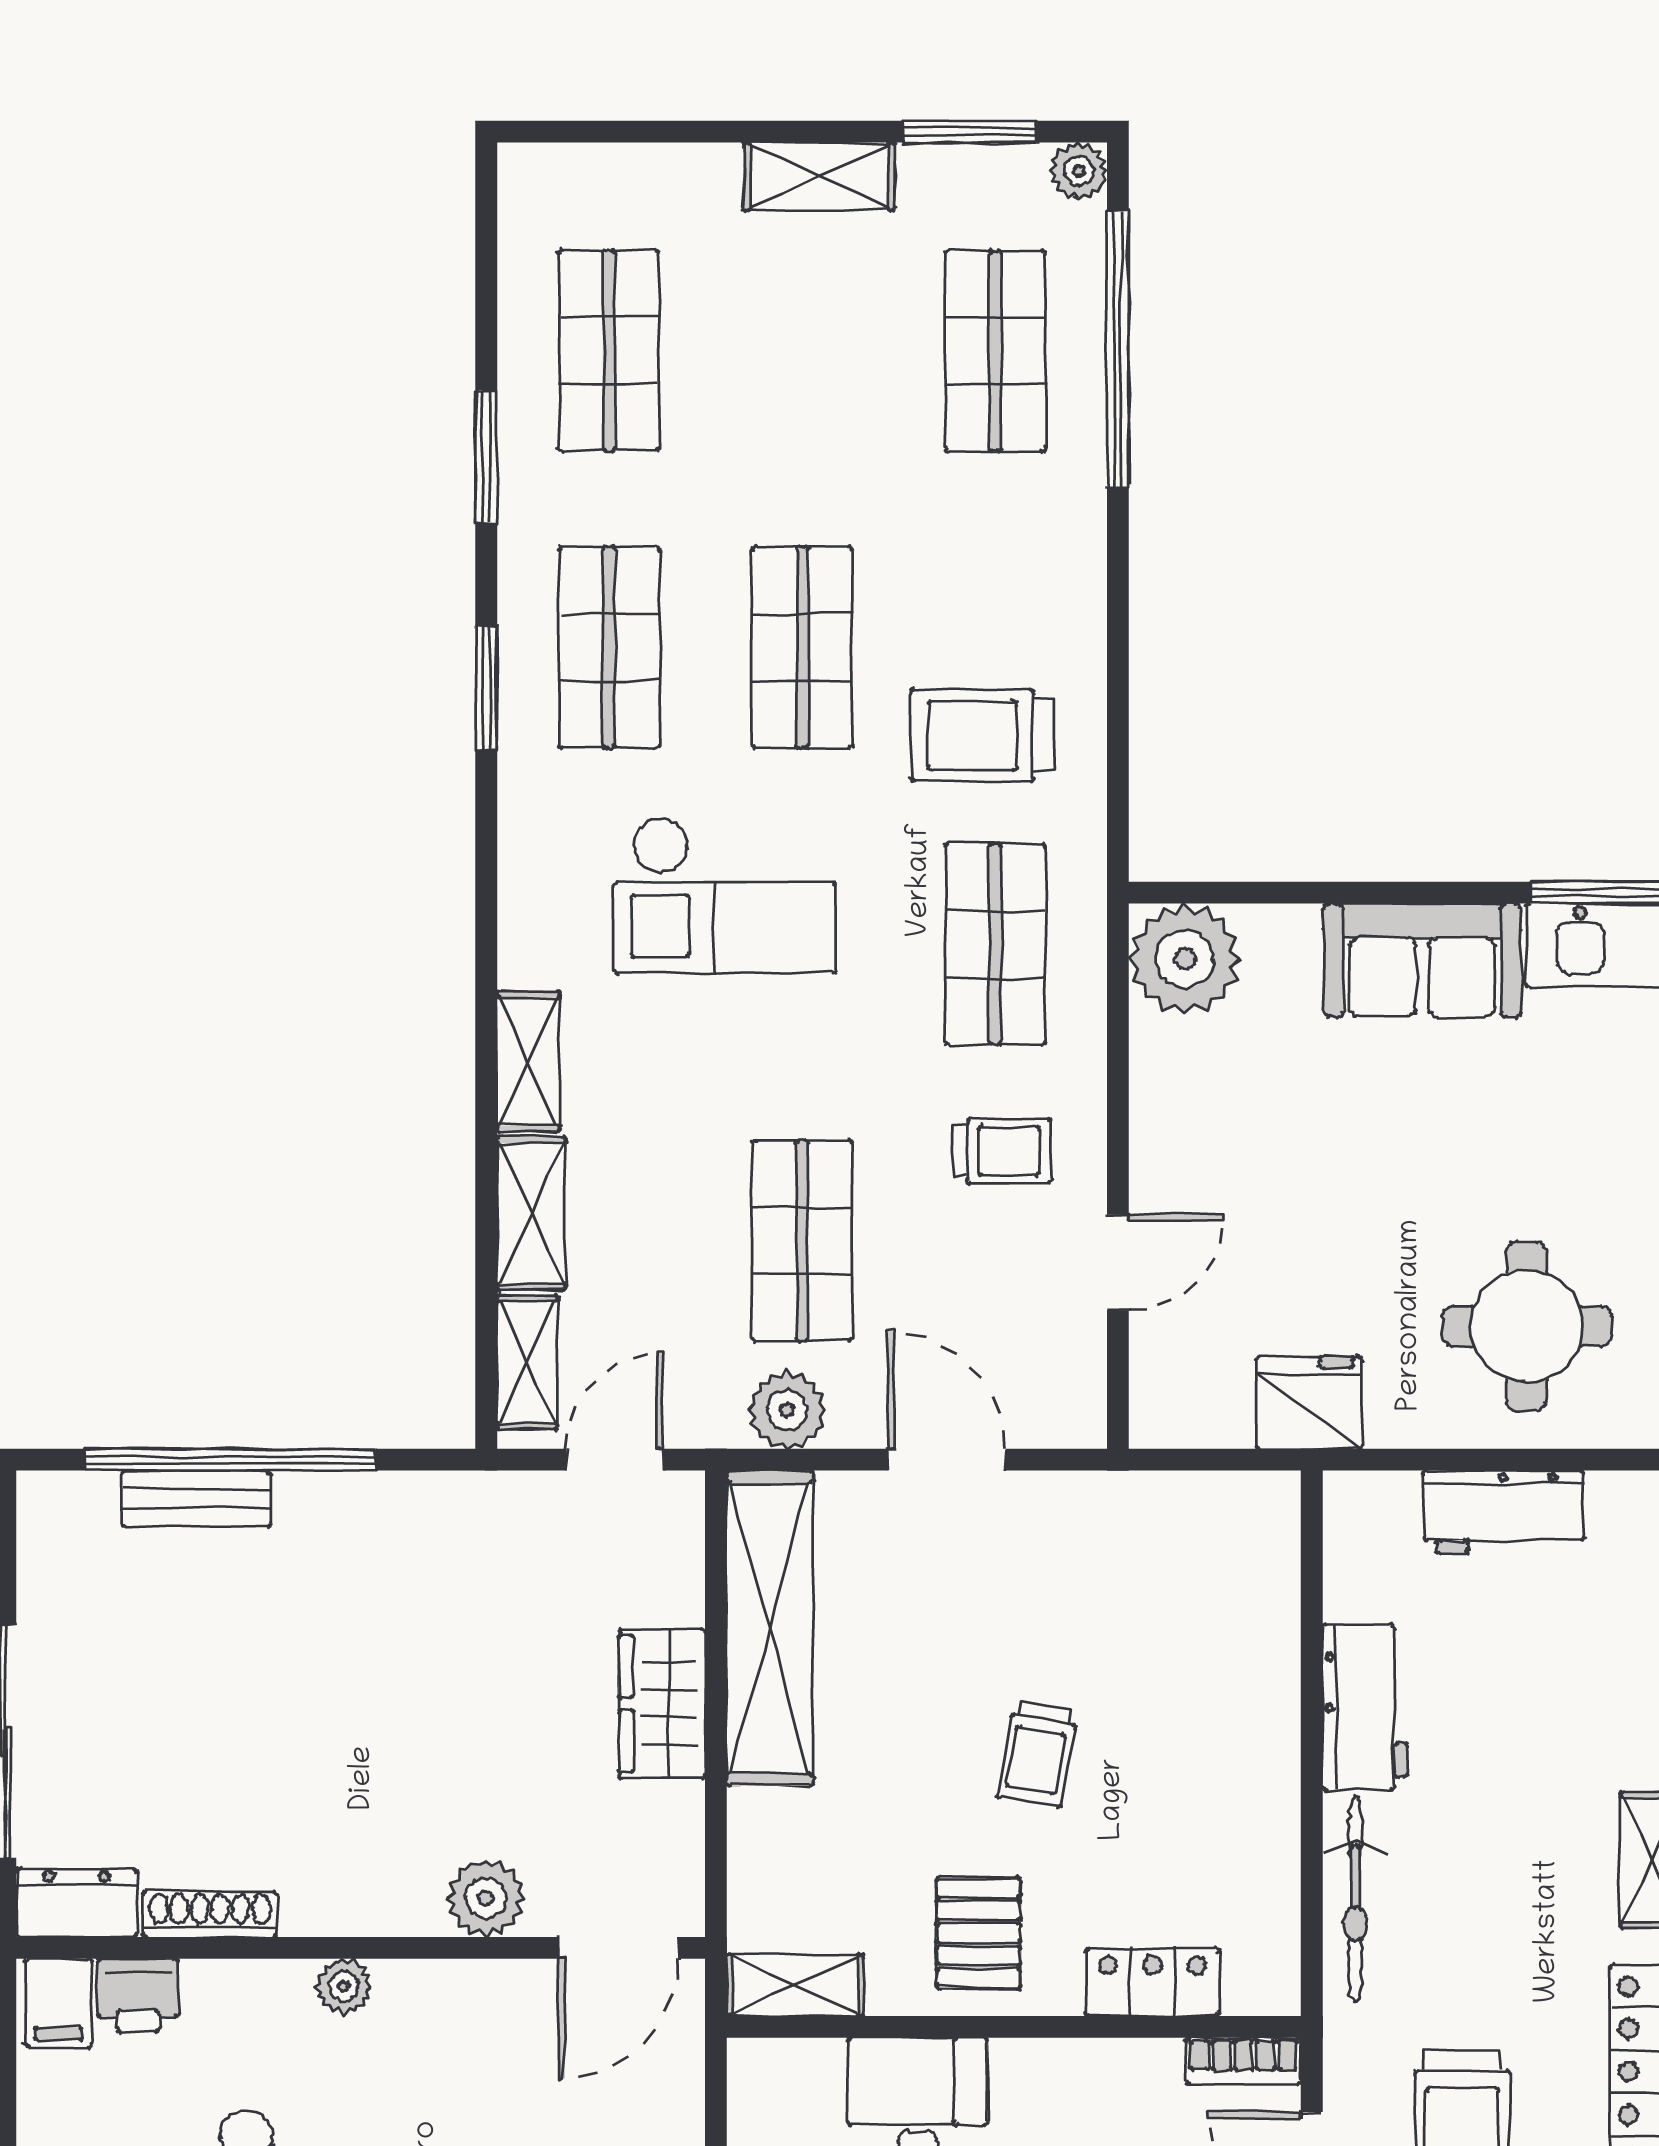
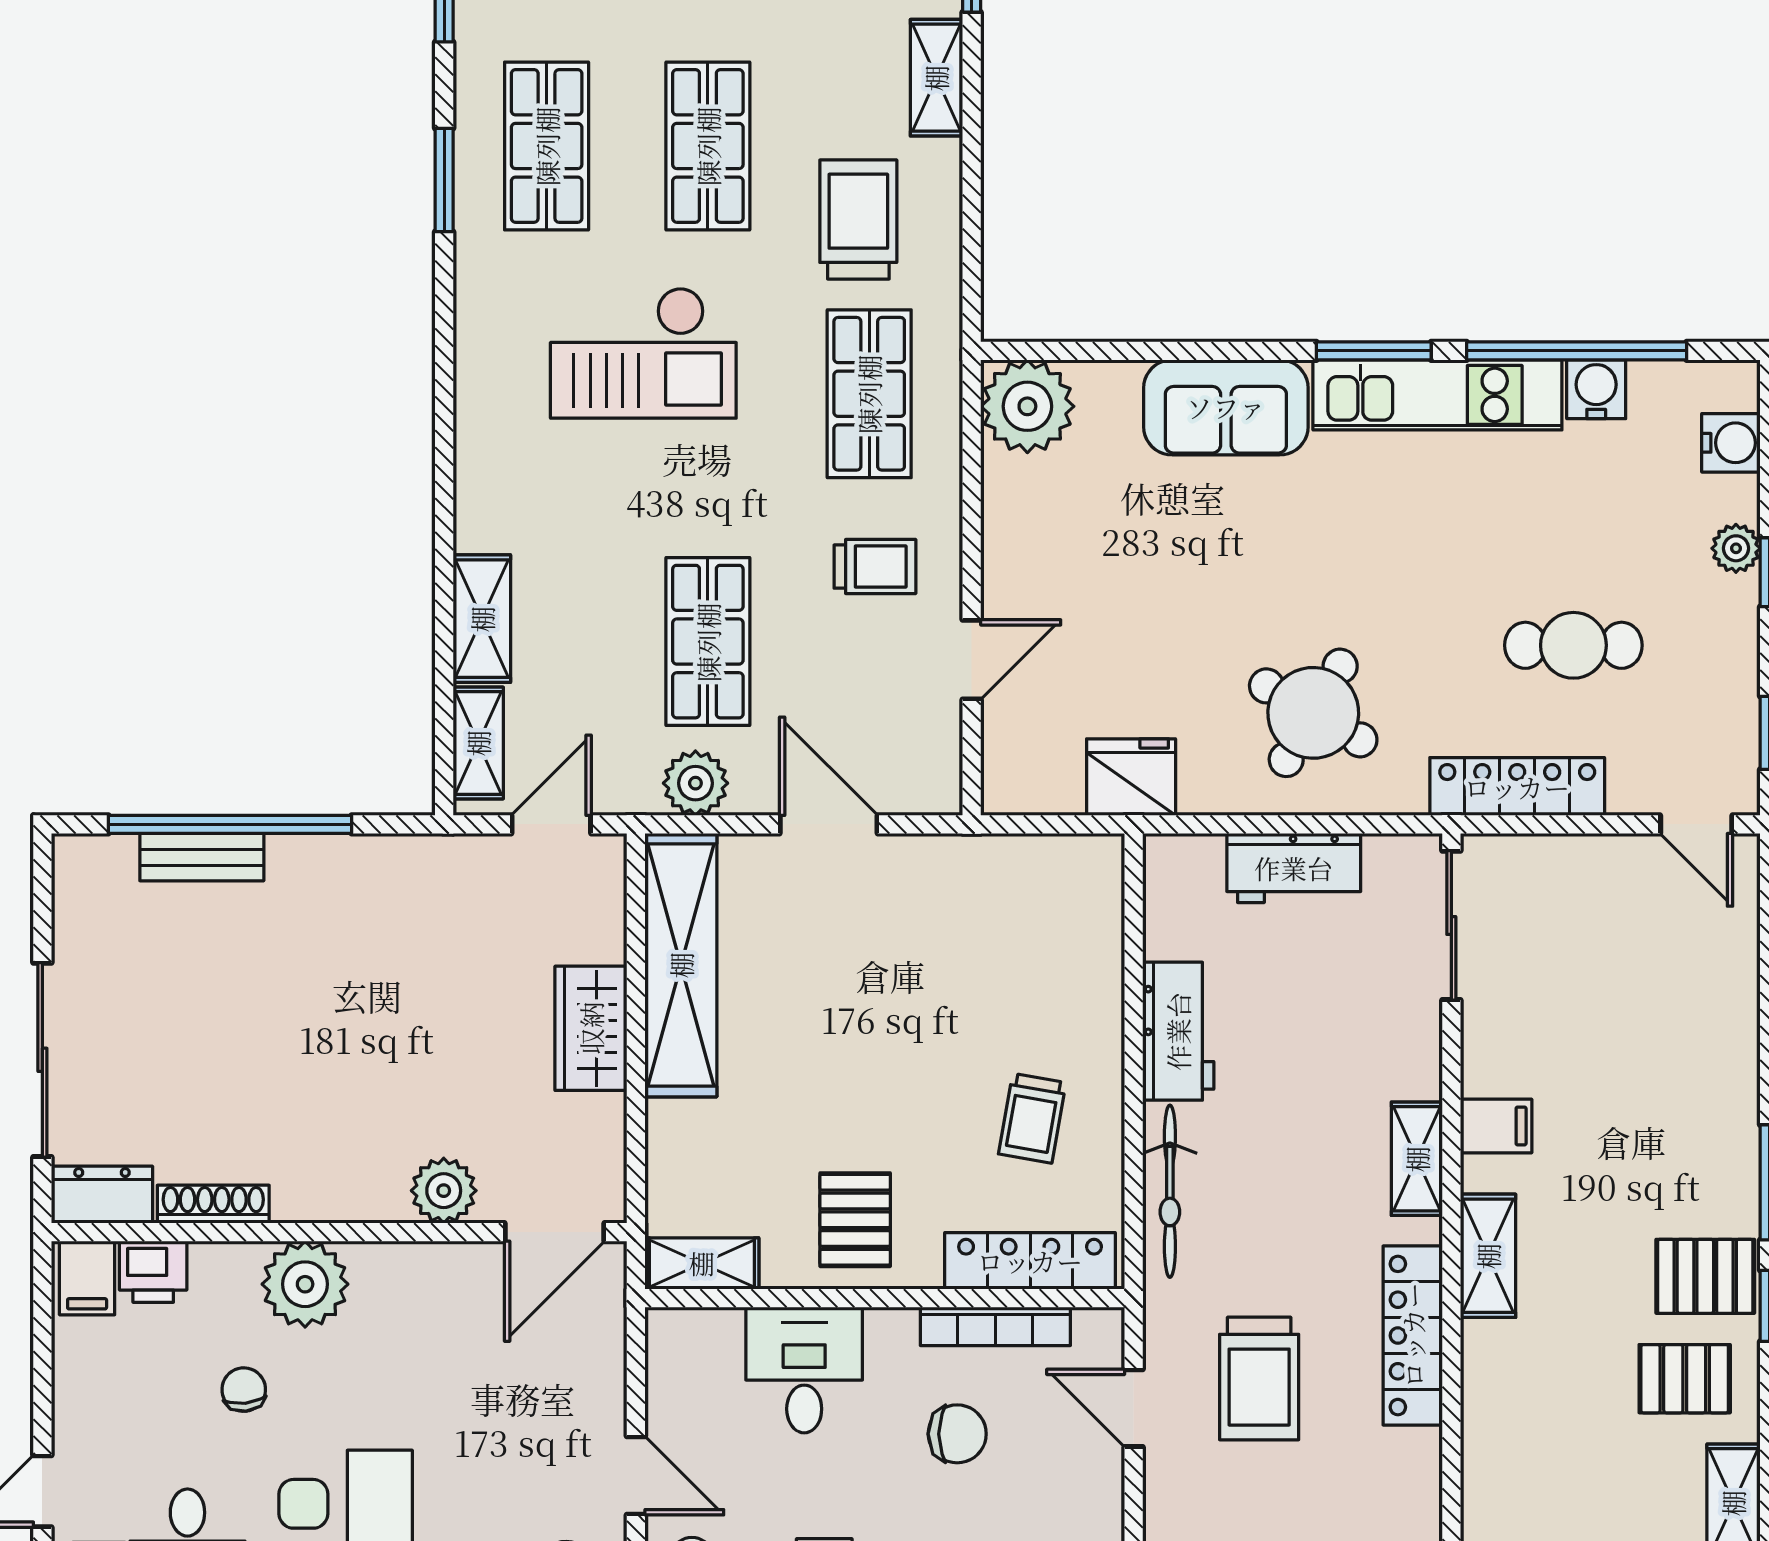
trolley: (982, 735) -> (858, 220), turned 90
shelving: (528, 1061) -> (936, 78), moved
round table: (1527, 1326) -> (1313, 713), turned 30
trolley: (1037, 1754) -> (1032, 1118), moved
locker: (1153, 1982) -> (1030, 1261), width x1.53
plant: (344, 1986) -> (305, 1284), width x1.88, depth x1.88
bookcase: (1243, 2061) -> (995, 1326), moved, width x1.56

